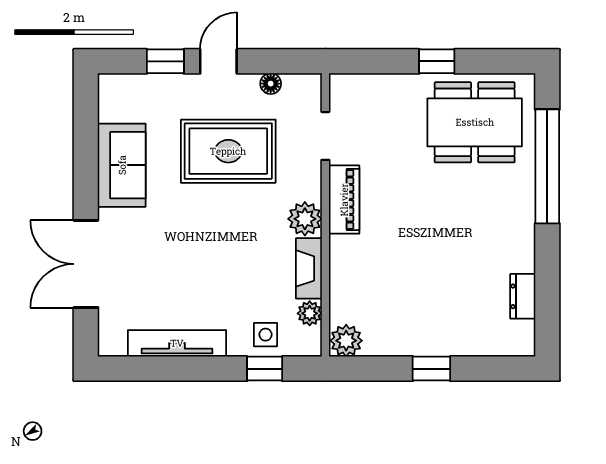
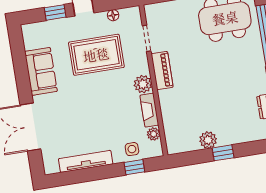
plant: (346, 341) -> (208, 140), moved

